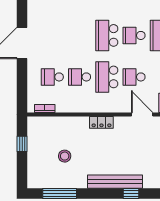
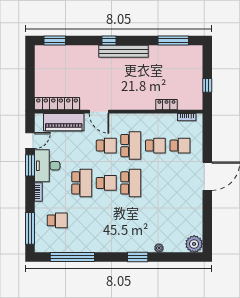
locker: (101, 122) -> (166, 105), moved
stool: (65, 156) -> (169, 74), removed

